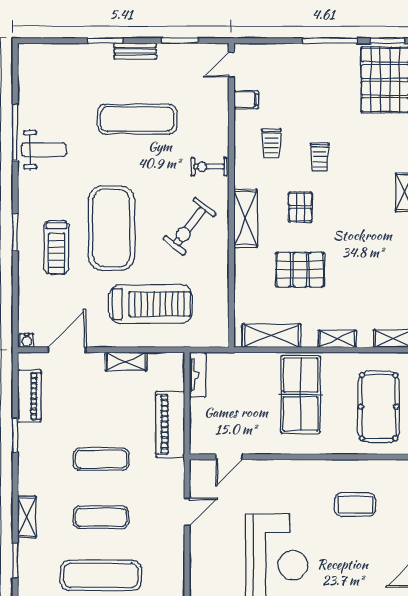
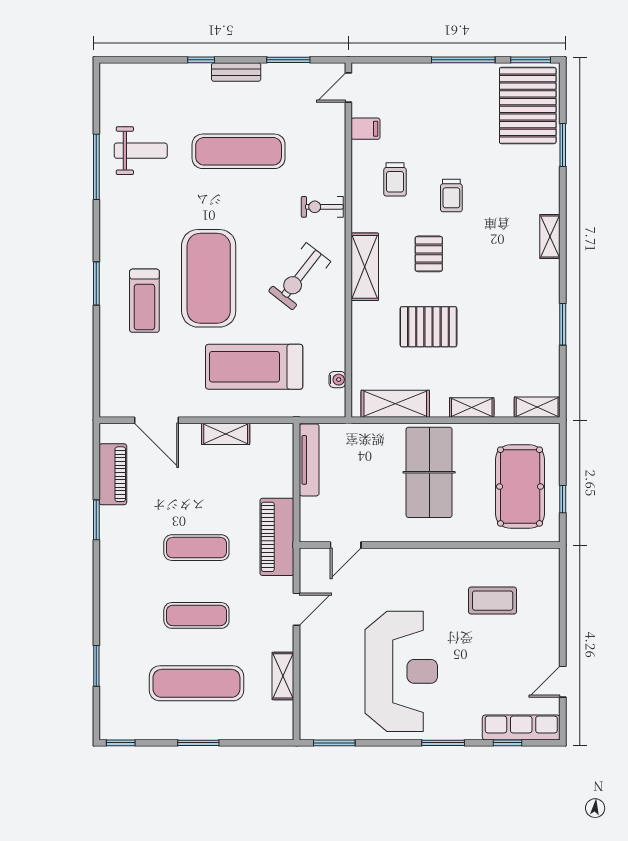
window: (105, 41) -> (201, 60), width x0.67
weight bench: (44, 150) -> (141, 151), moved
treadmill: (151, 304) -> (254, 367), turned 180
water cooler: (27, 340) -> (337, 380), moved, turned -90
door: (67, 350) -> (157, 420), swing flipped
tv unit: (198, 375) -> (309, 460), width x1.41
piano: (170, 424) -> (277, 537), moved
shelving: (27, 517) -> (283, 676), moved

